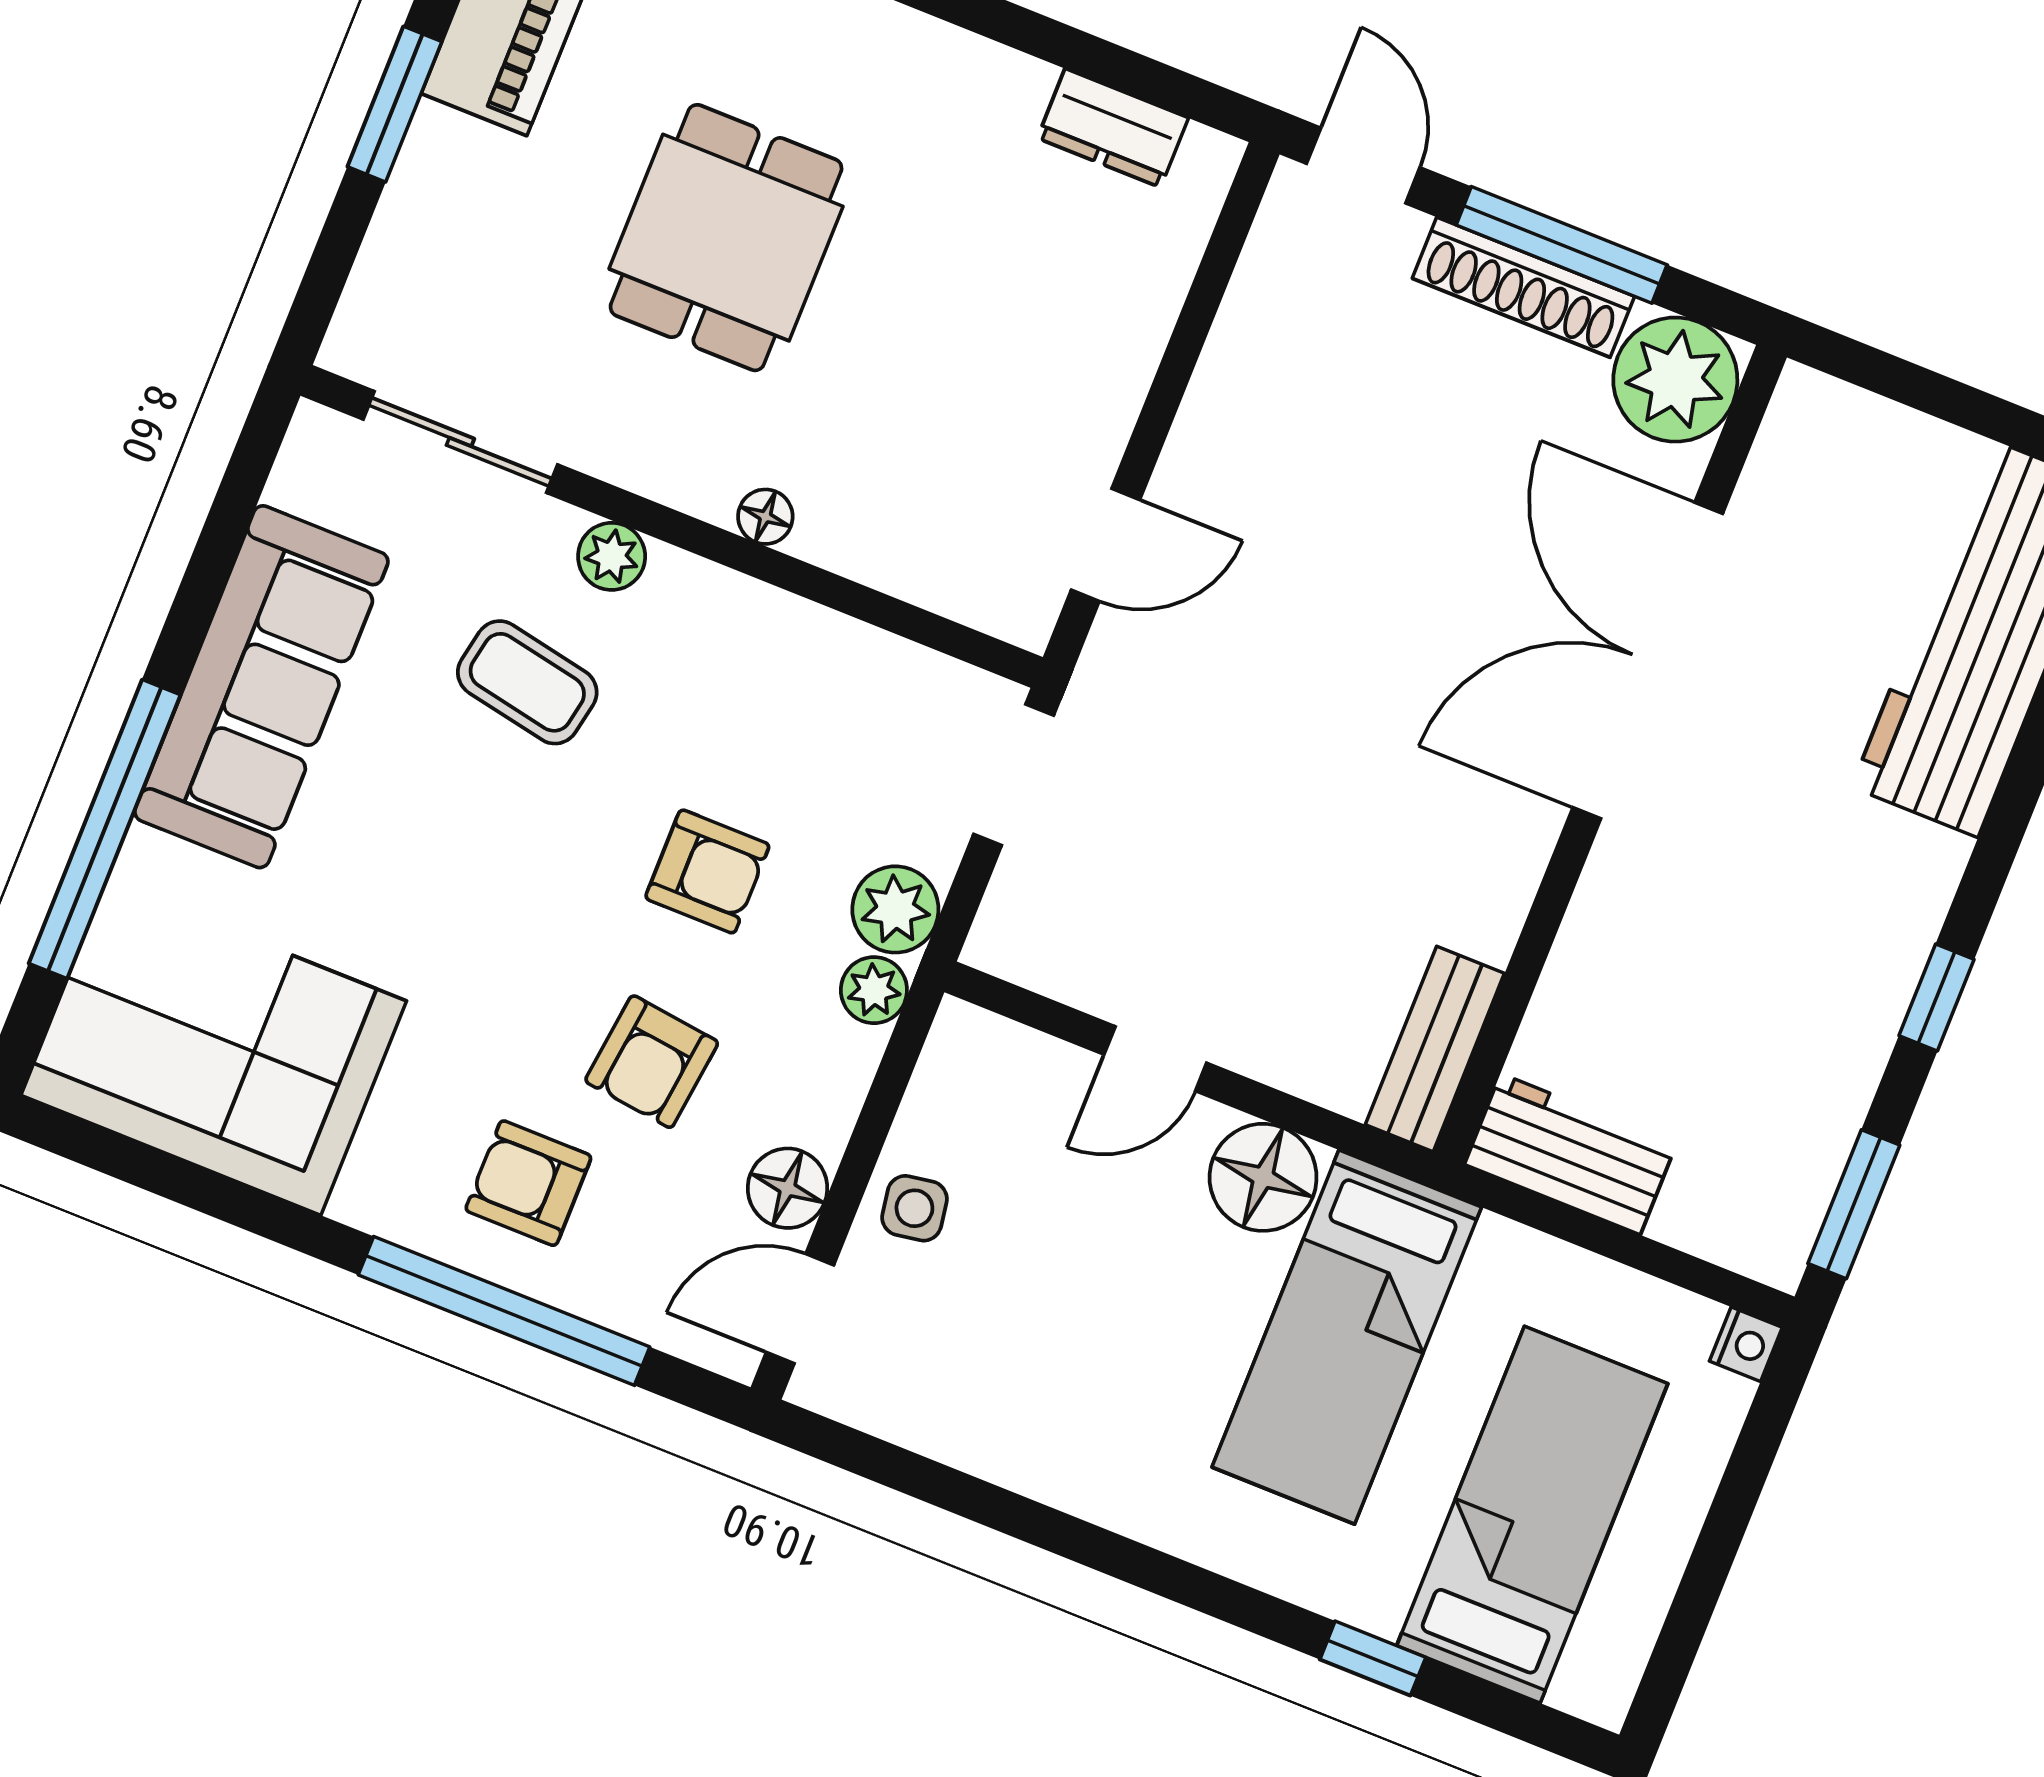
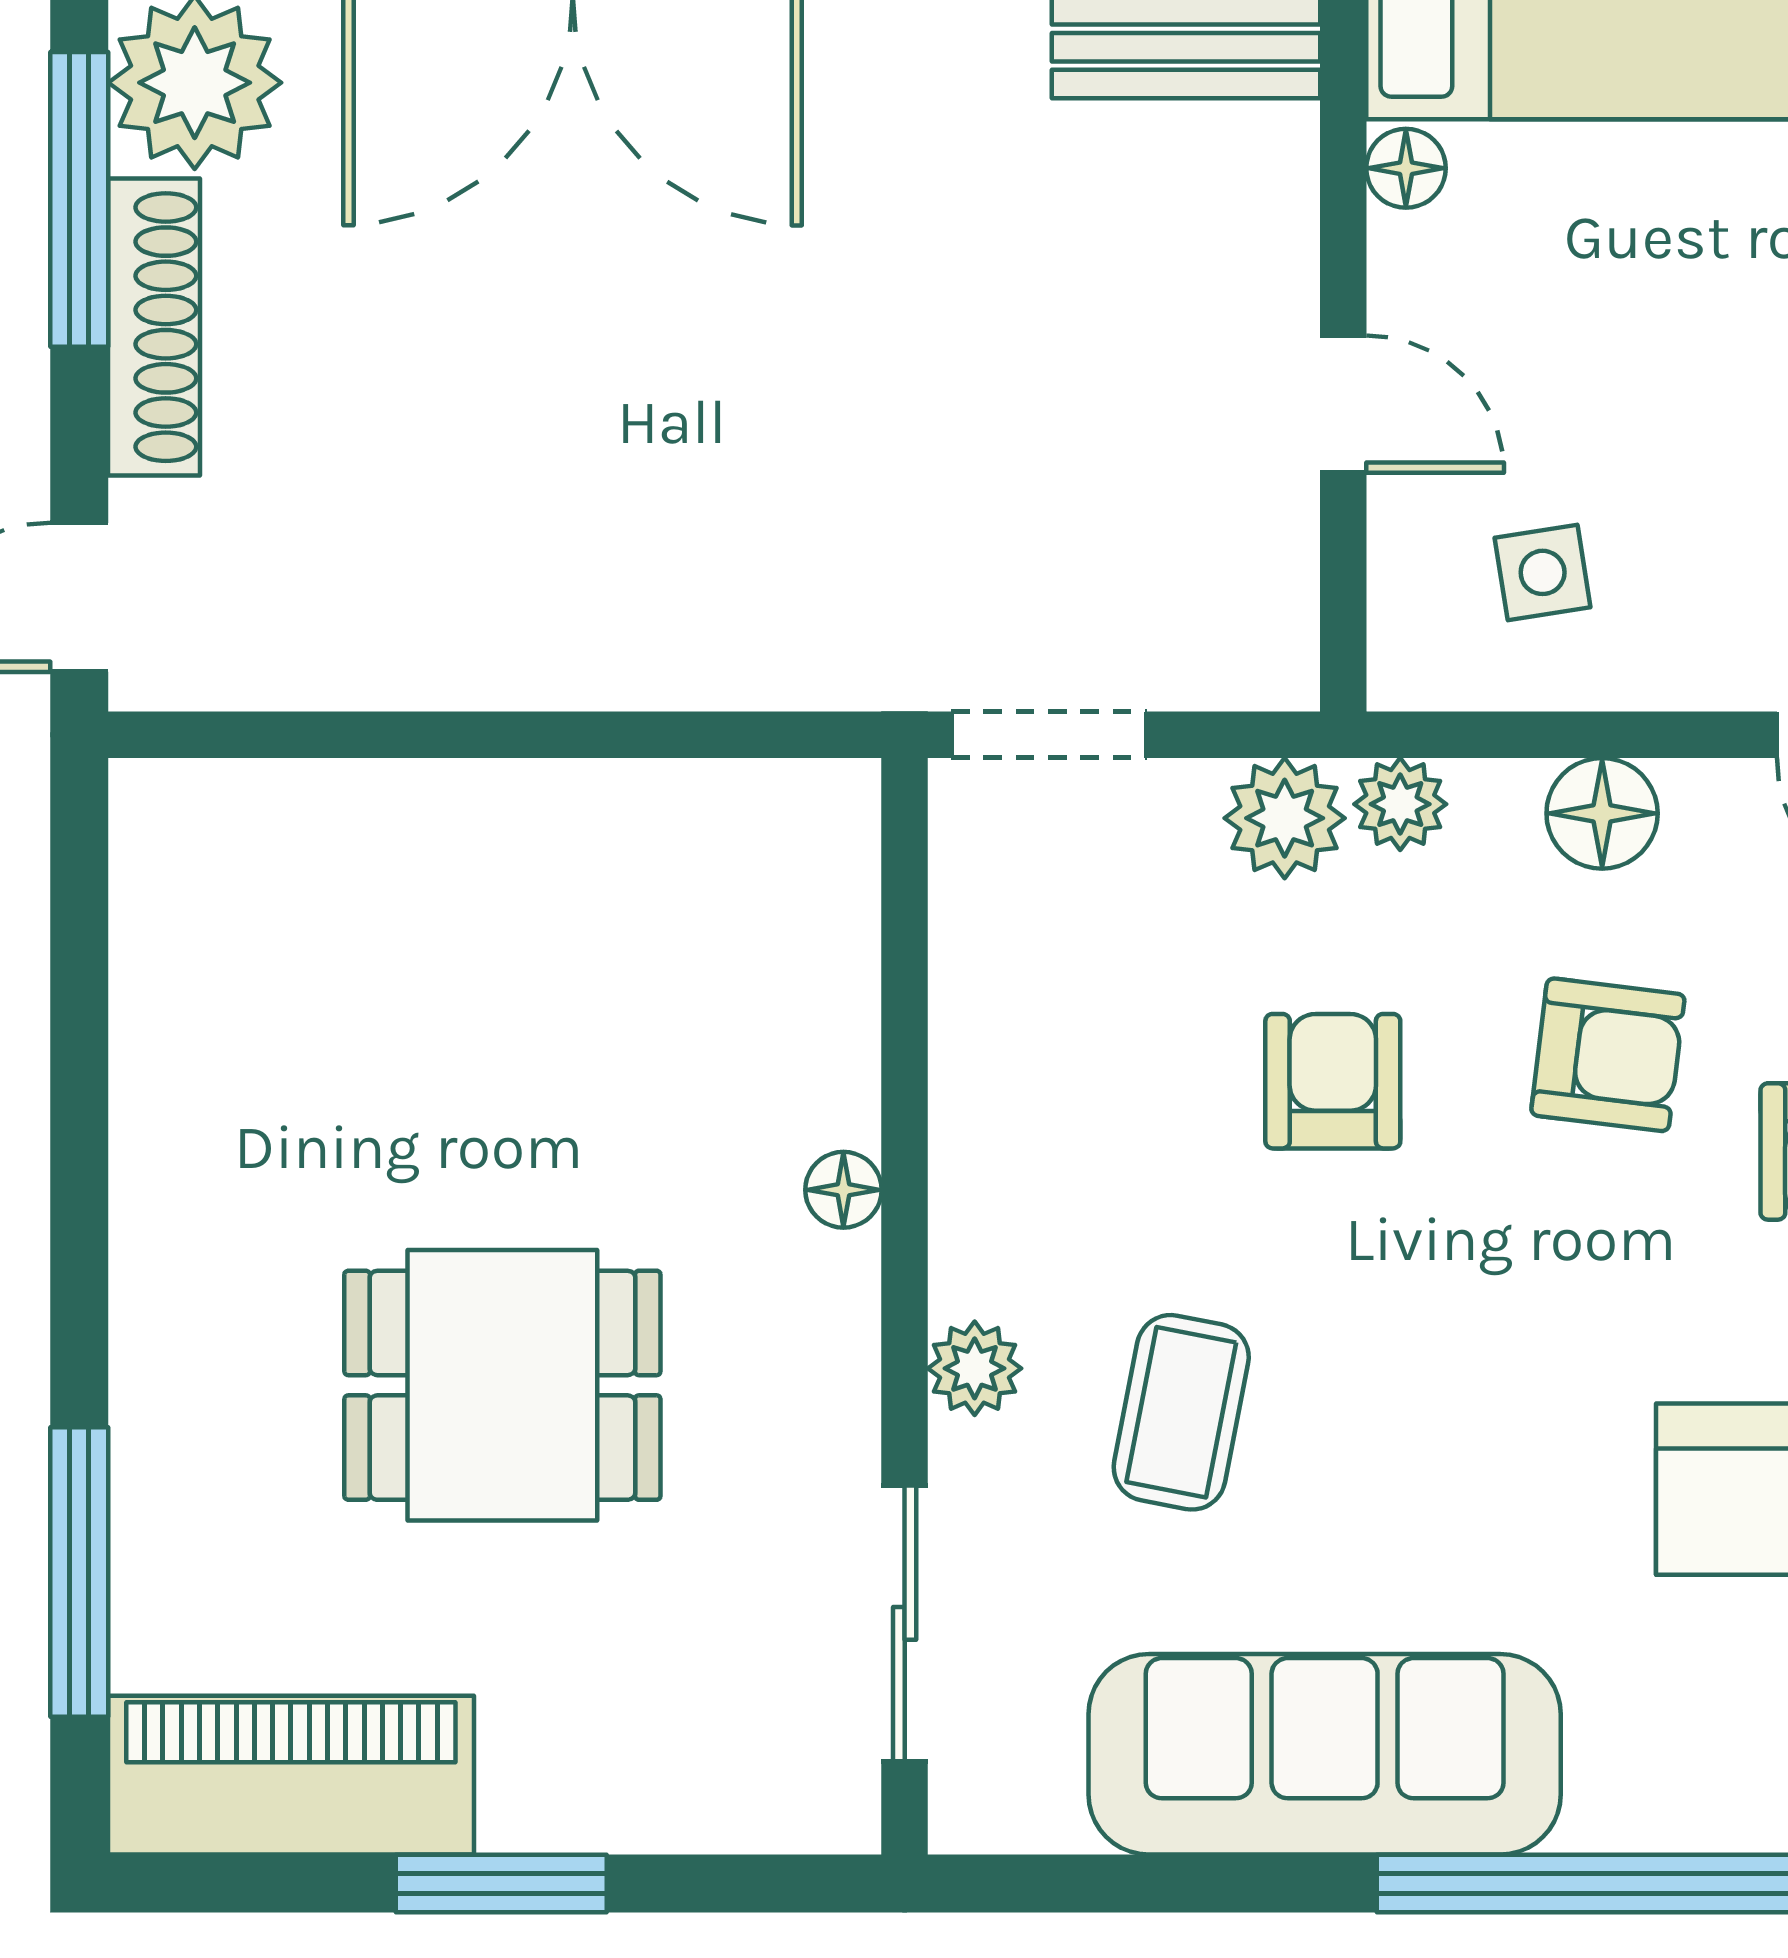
dresser: (1113, 128) -> (160, 941), removed
window: (1562, 245) -> (79, 199), moved
door: (1106, 545) -> (704, 735), removed
floor lamp: (1263, 1177) -> (1406, 168), width x0.53, depth x0.53
floor lamp: (788, 1188) -> (1602, 813), moved
side table: (914, 1208) -> (1543, 572), moved

